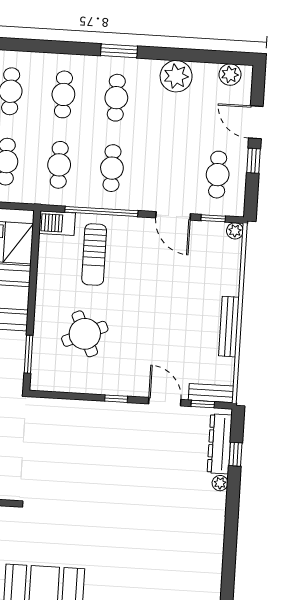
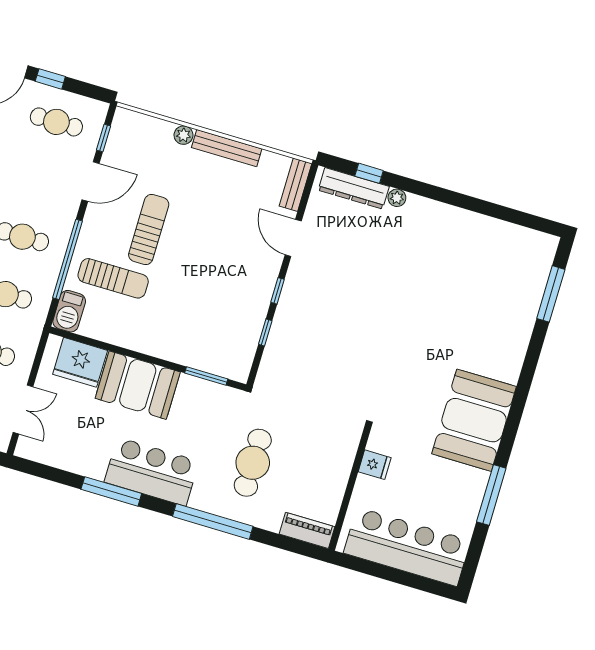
plant: (235, 231) -> (183, 135), moved
sun lounger: (143, 275) -> (149, 230), added
round table: (85, 334) -> (198, 309), removed
door: (165, 402) -> (293, 238), hinge flipped
window: (203, 404) -> (265, 332), moved

